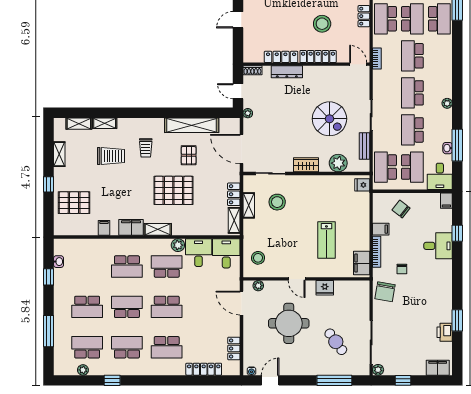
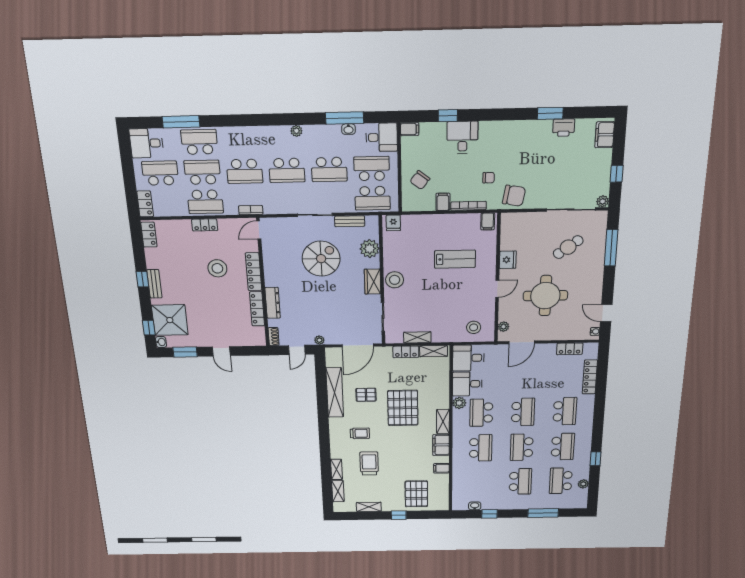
stool: (277, 202) -> (395, 280), moved
filing cabinet: (362, 263) -> (488, 221), width x0.50
school desk: (127, 347) -> (563, 447), turned 180

